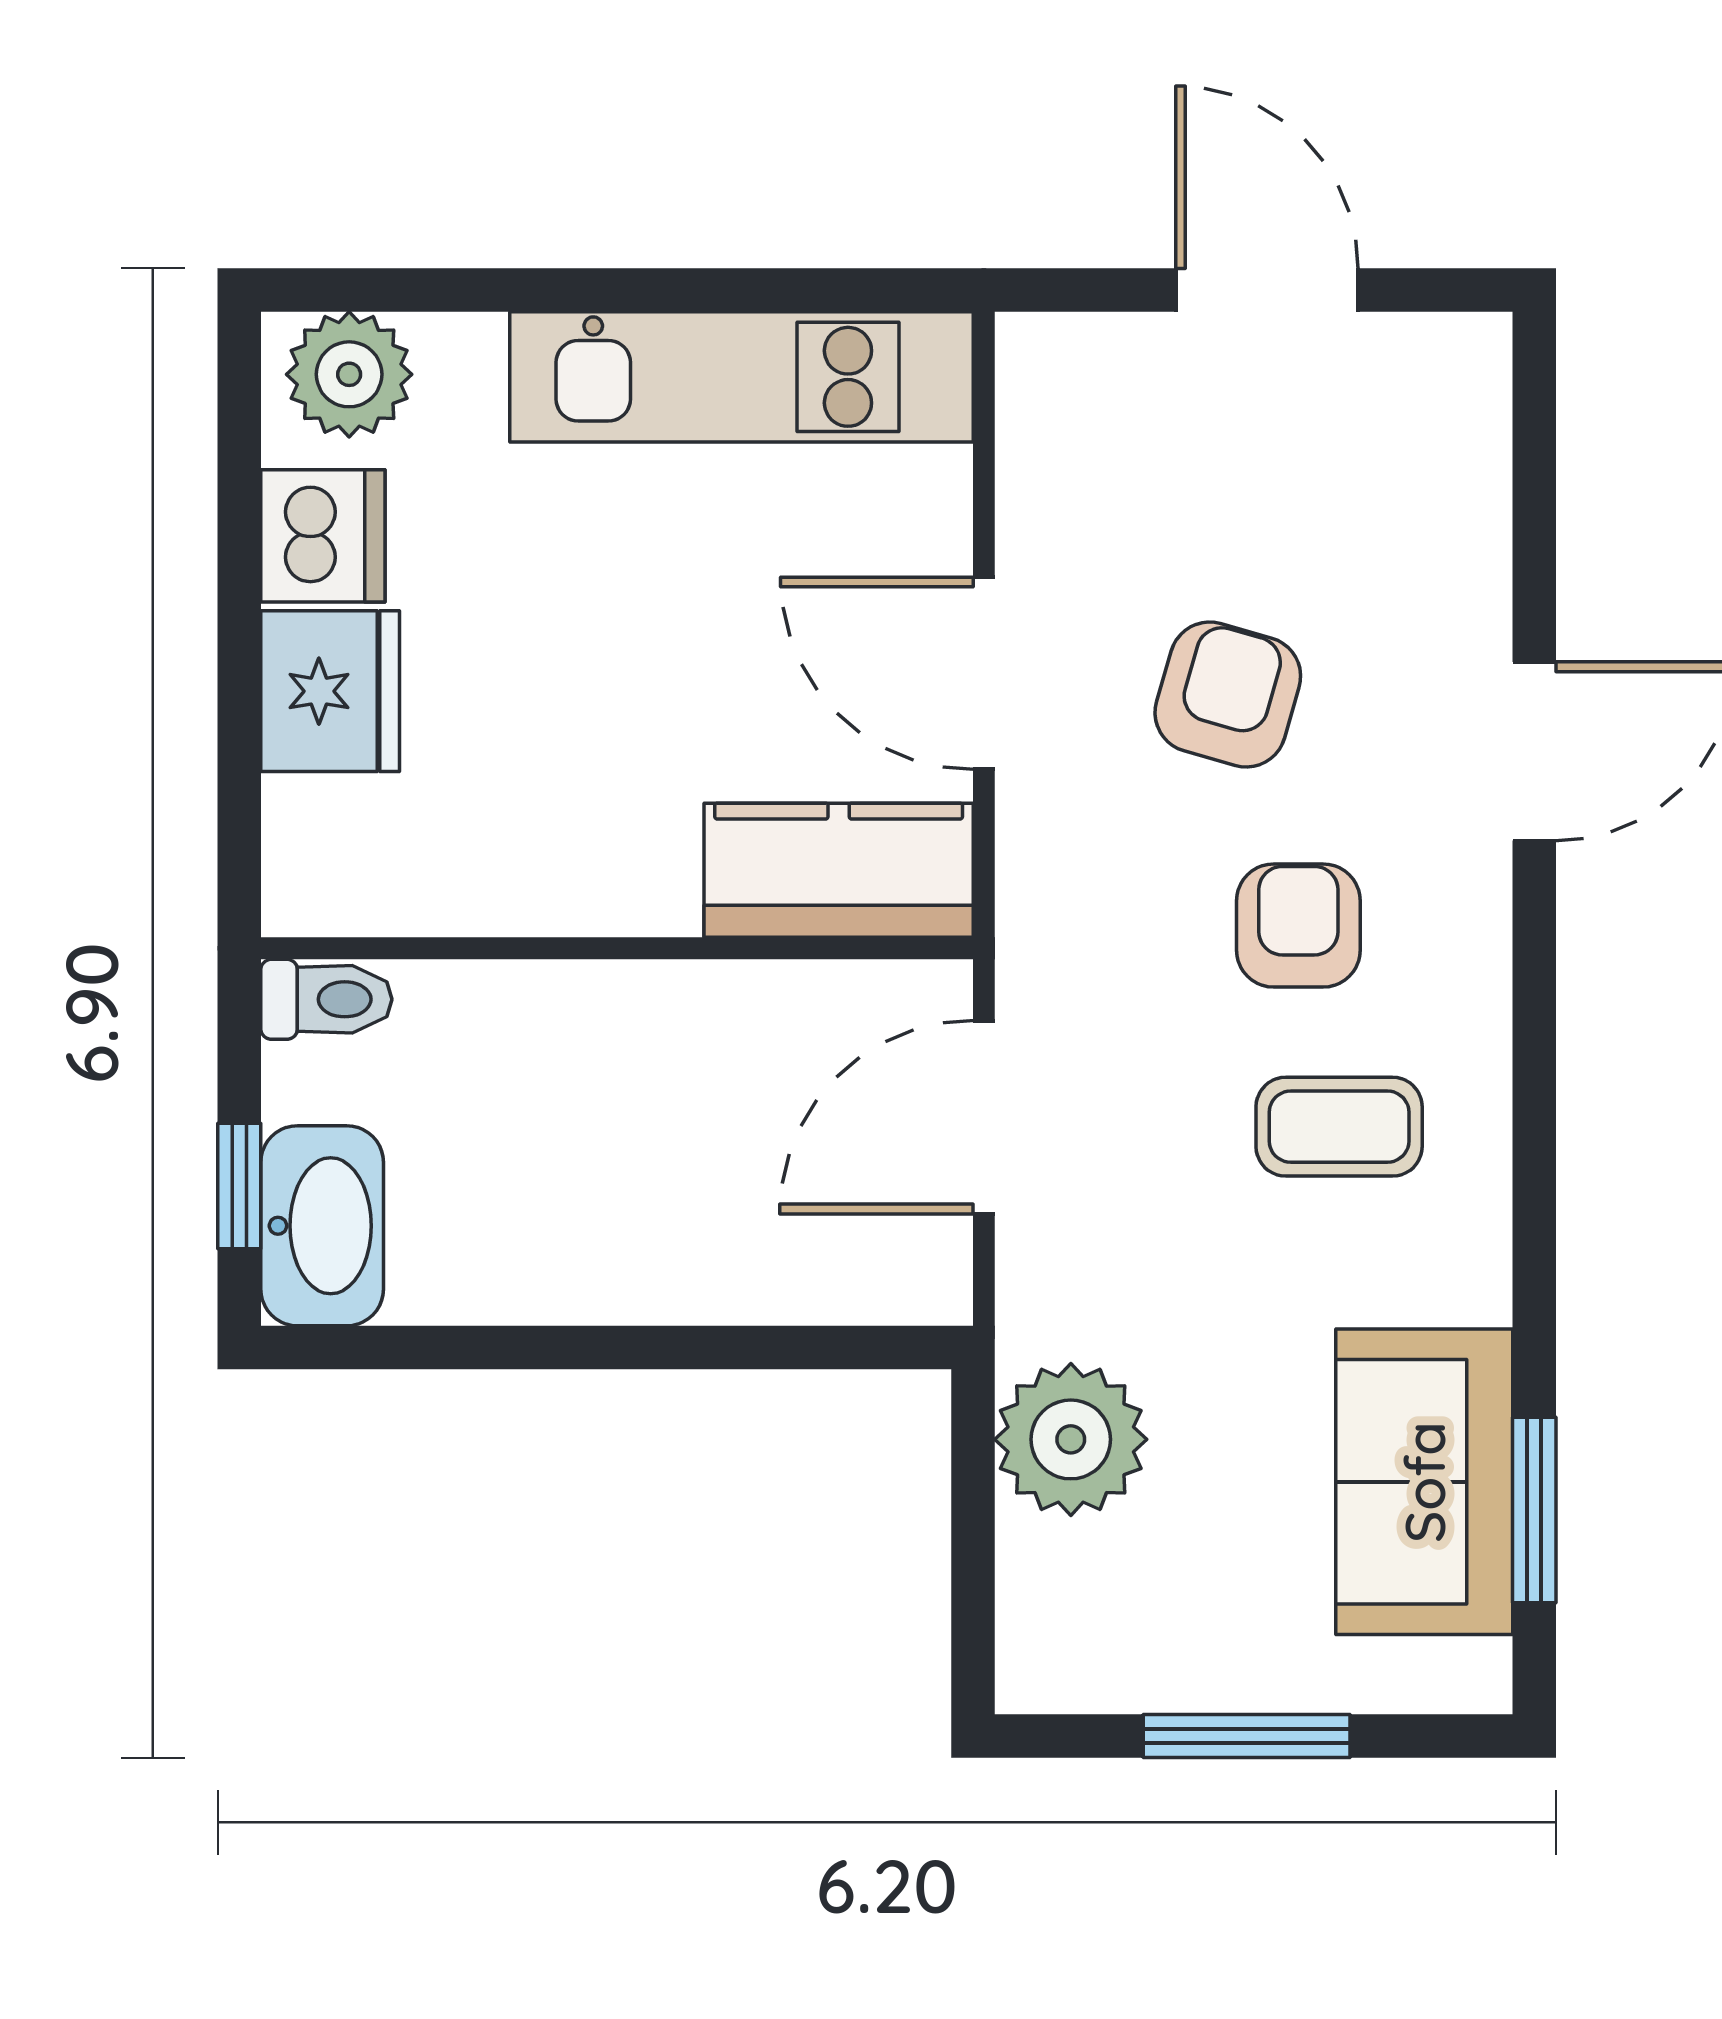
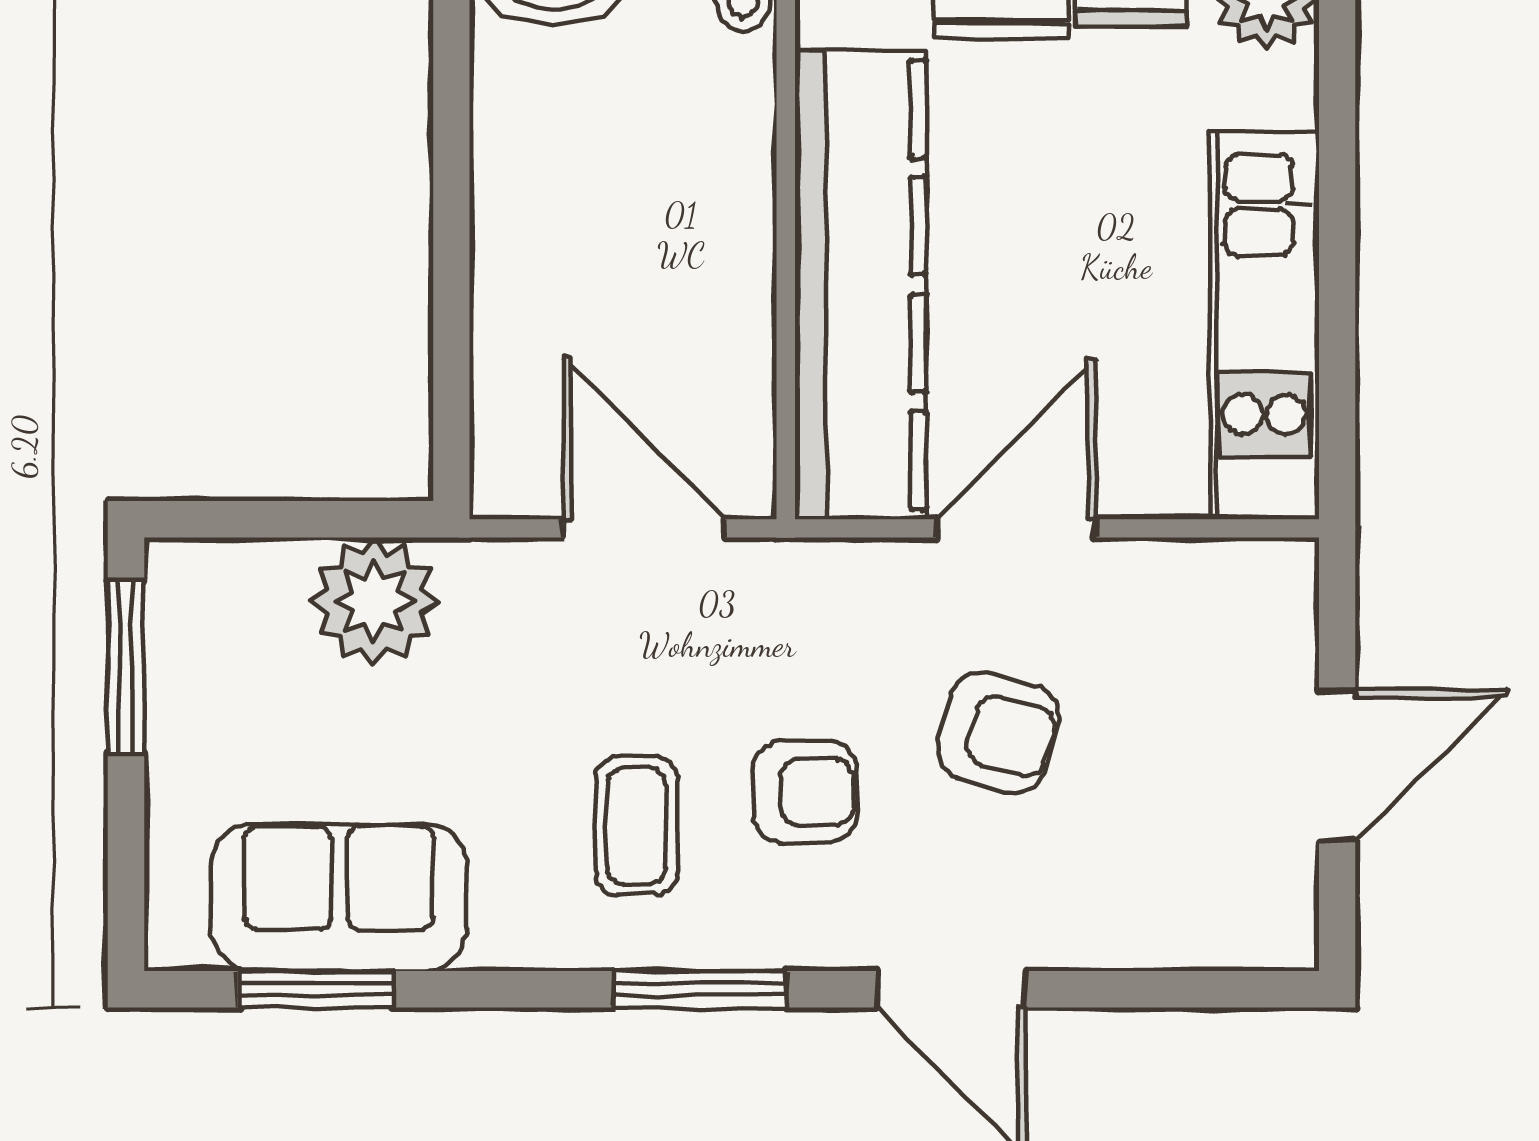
kitchen counter: (839, 870) -> (860, 285), width x2.08, depth x1.17
window: (1534, 1051) -> (700, 989), added
window: (1247, 1736) -> (126, 667), moved

